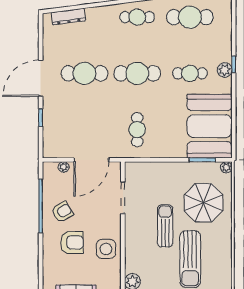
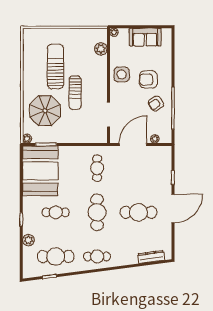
plant: (225, 70) -> (28, 240), moved
cafe table: (137, 73) -> (97, 212), turned 90

